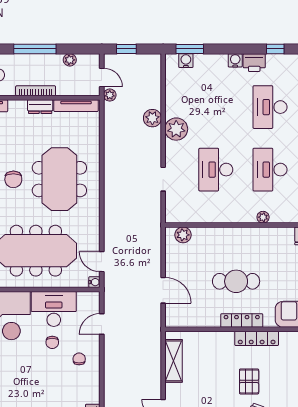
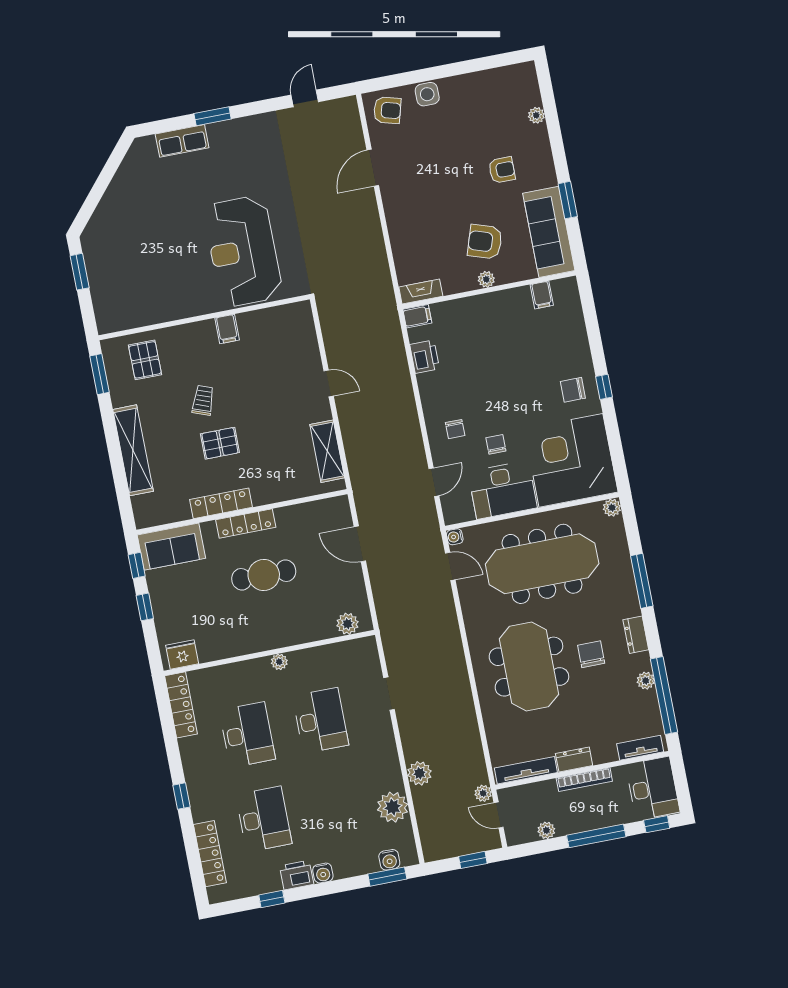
plant: (176, 129) -> (393, 807), moved
plant: (263, 217) -> (279, 662), moved
pallet: (249, 381) -> (220, 443), turned 90

